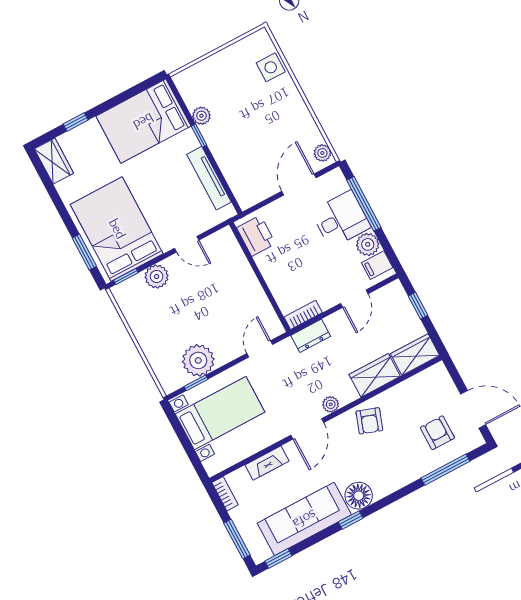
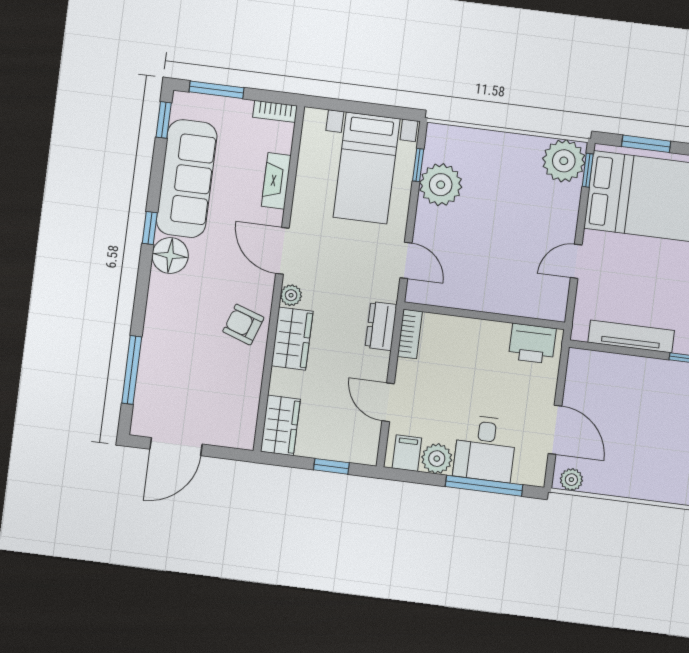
plant: (157, 276) -> (564, 161), moved, width x1.36, depth x1.36
wardrobe: (375, 375) -> (292, 339), moved
armchair: (437, 433) -> (178, 390), removed

